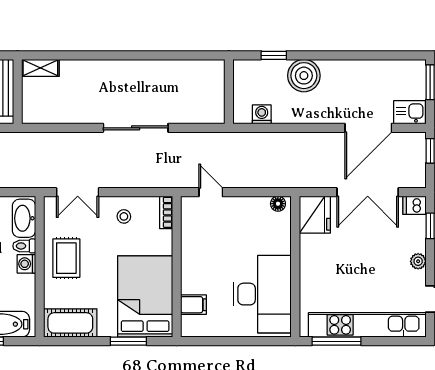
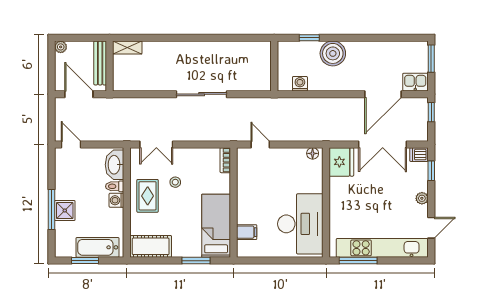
stool: (124, 216) -> (175, 182), moved
bed: (145, 296) -> (216, 226), width x0.67

